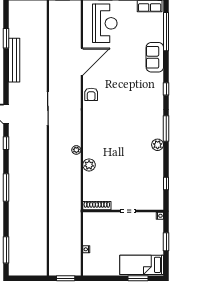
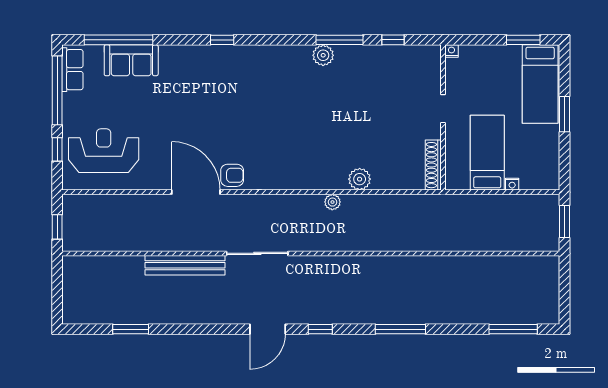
sofa: (155, 57) -> (131, 60), moved
bench: (14, 60) -> (185, 265), moved
door: (82, 62) -> (196, 192), moved
window: (166, 129) -> (340, 40), moved
bed: (104, 236) -> (487, 153), added
window: (166, 242) -> (523, 40), moved
window: (138, 278) -> (565, 114), moved

